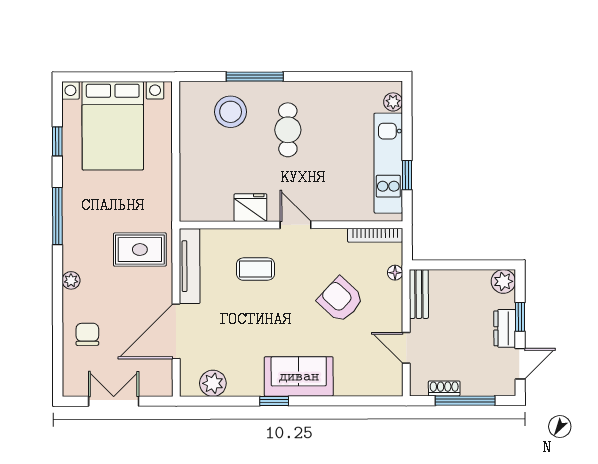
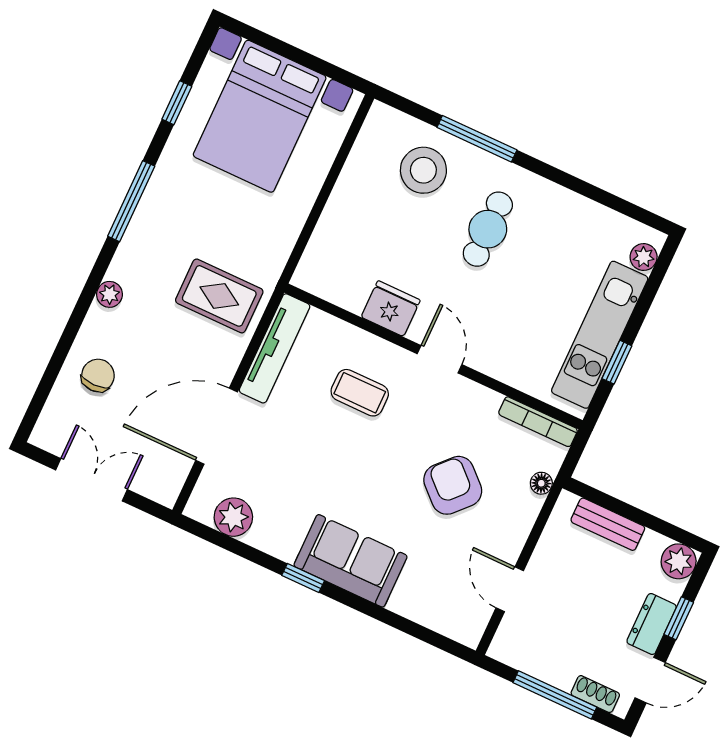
bench: (419, 294) -> (608, 524), moved, turned 90
shoe rack: (444, 388) -> (595, 694), moved

